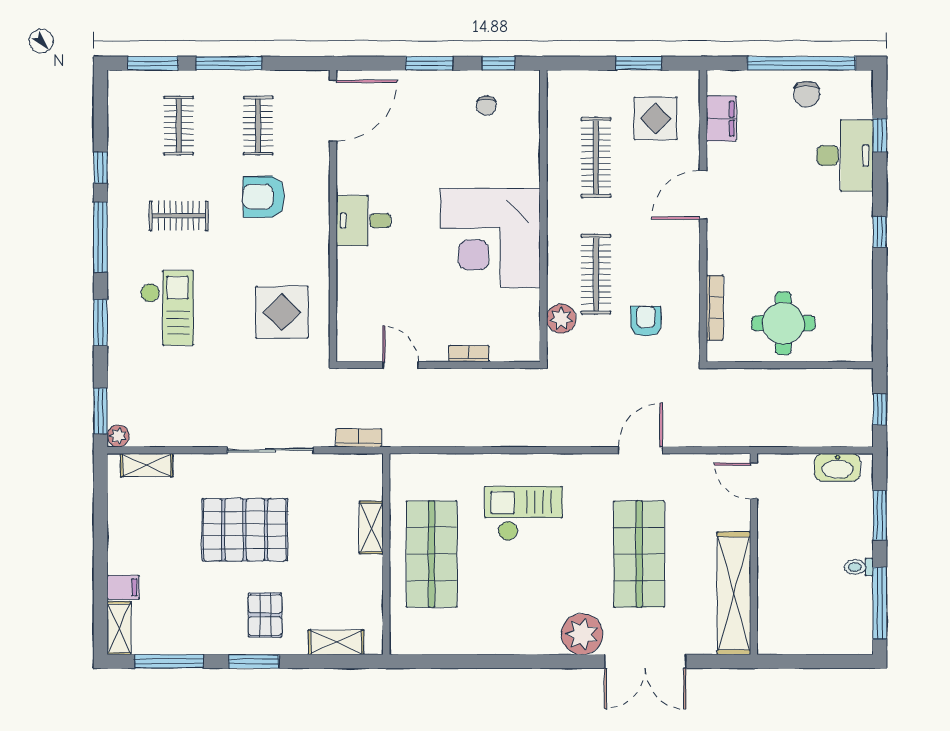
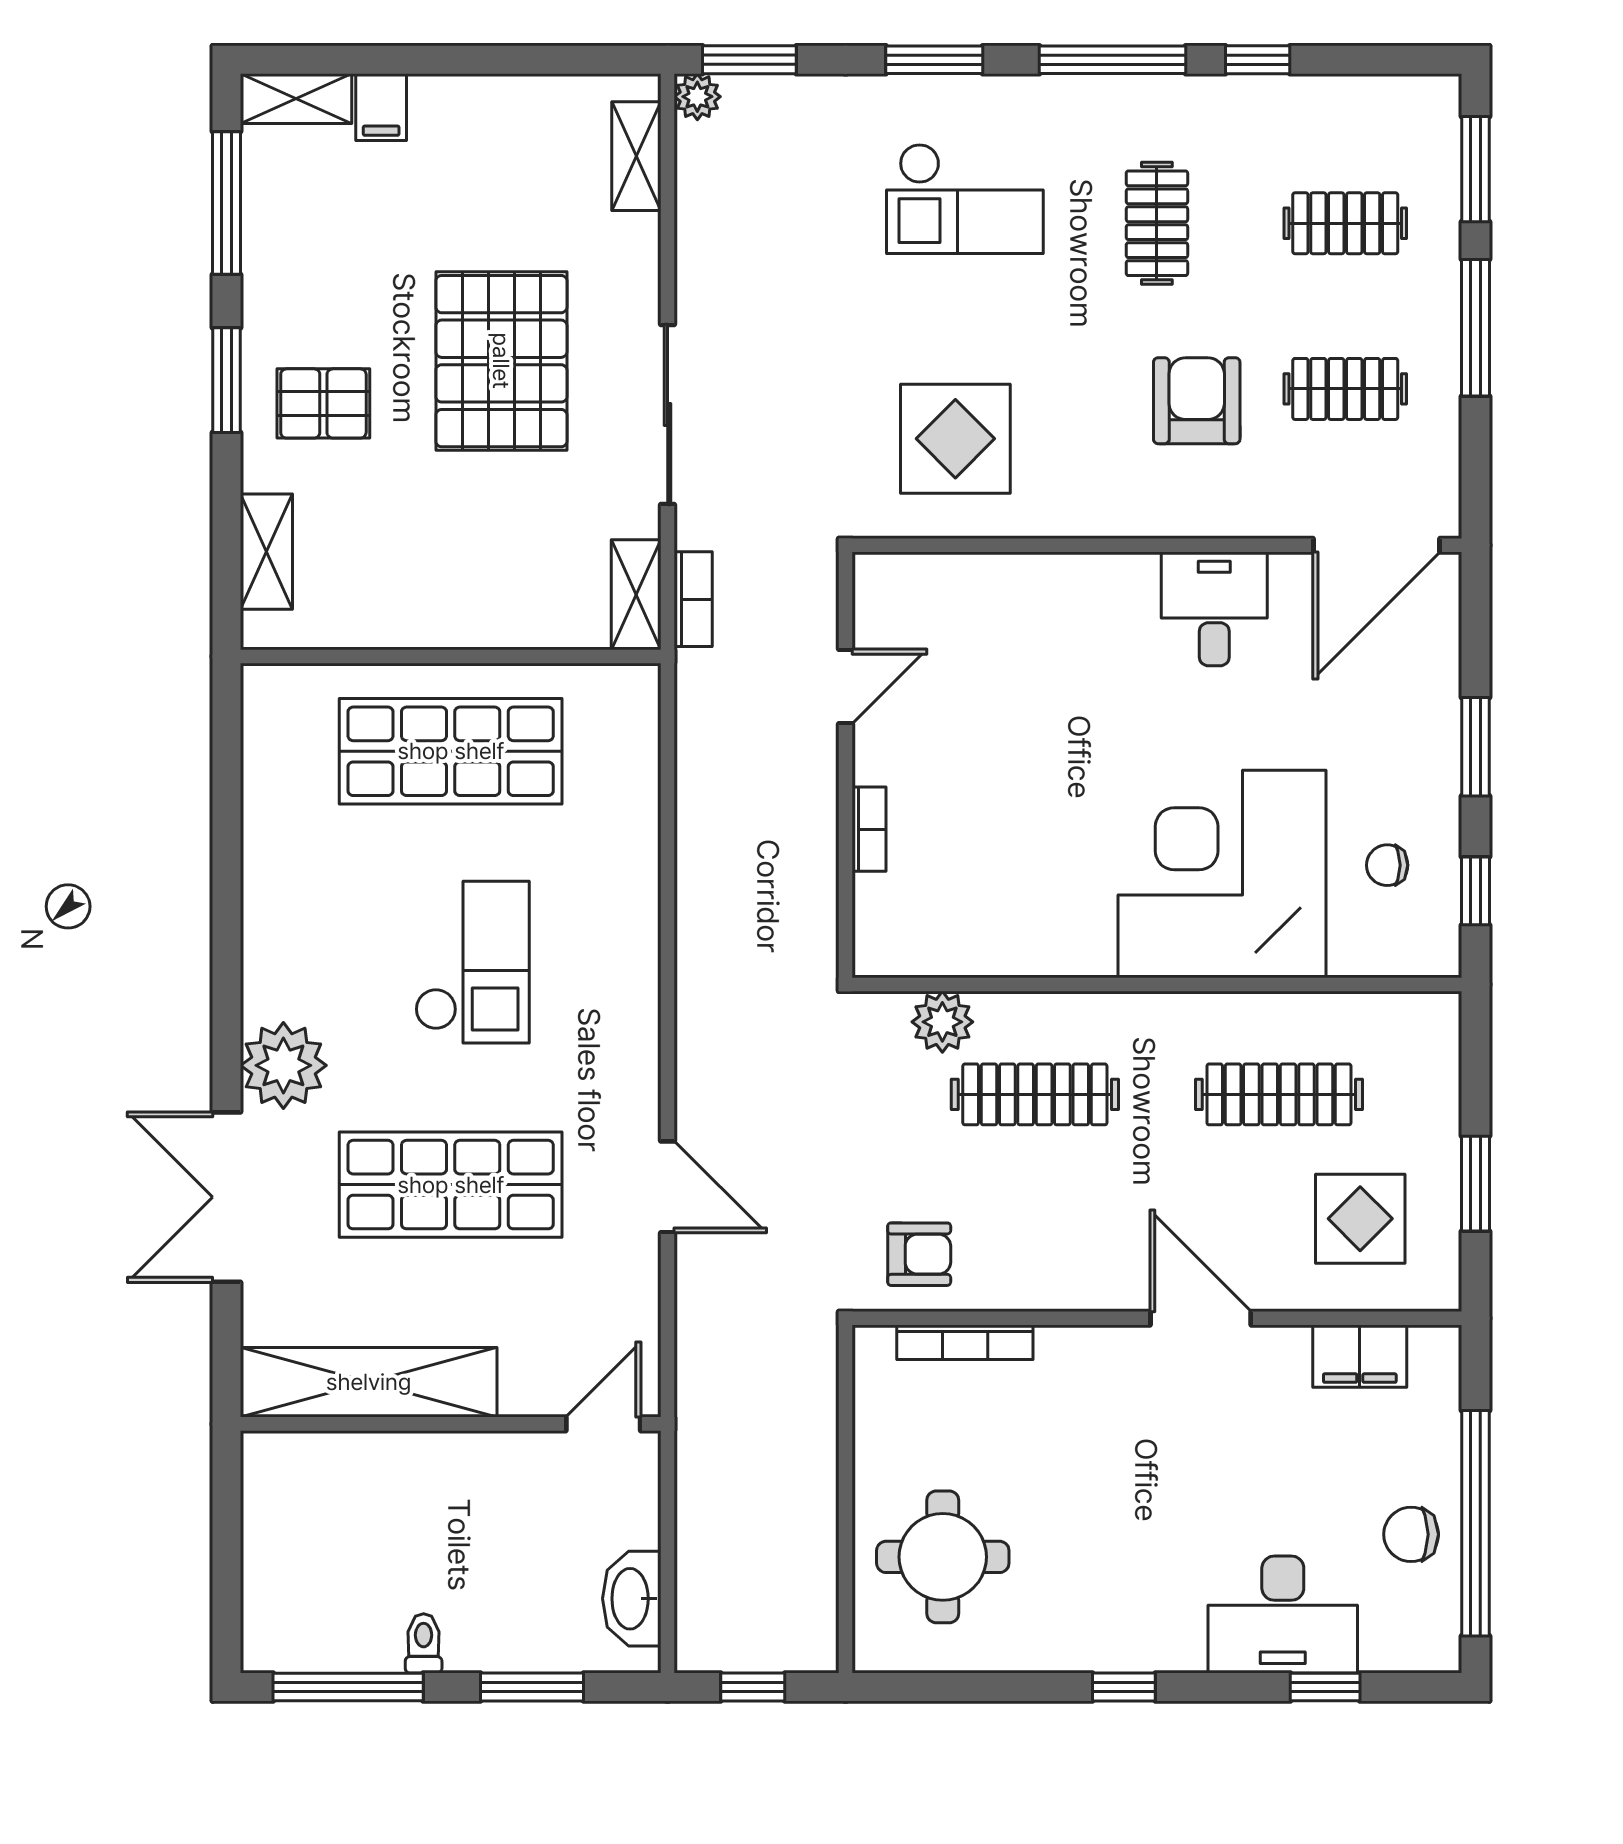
door: (333, 111) -> (1376, 545), hinge flipped
desk: (363, 221) -> (1214, 609), moved
corner desk: (490, 238) -> (1222, 874), moved
armchair: (646, 321) -> (919, 1254), moved
round table: (783, 323) -> (943, 1557), moved
checkout: (523, 513) -> (472, 962), moved
shelving: (371, 528) -> (636, 595), moved, turned 90

